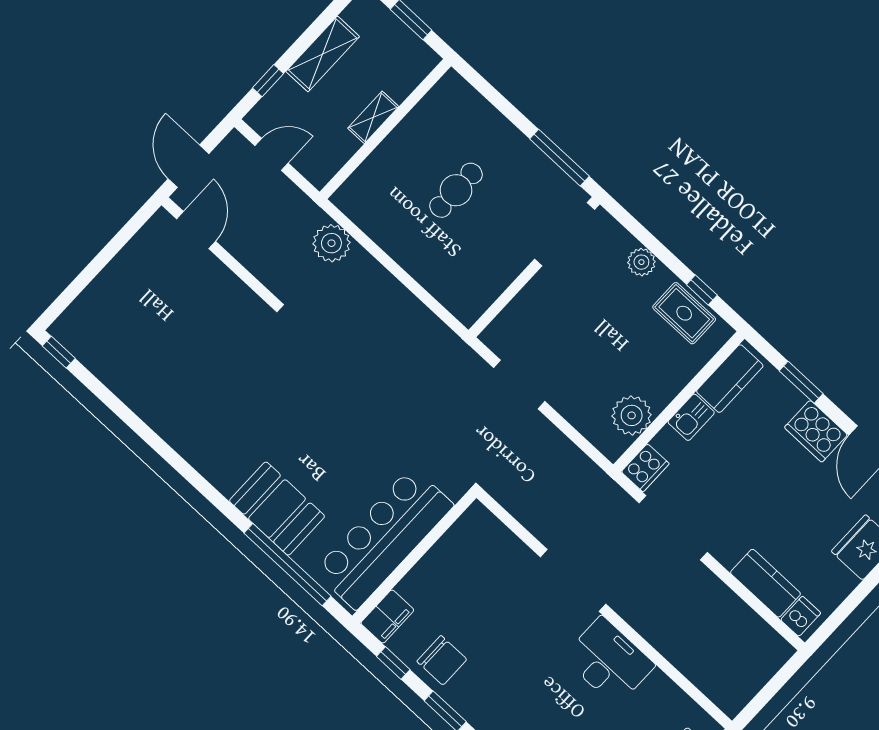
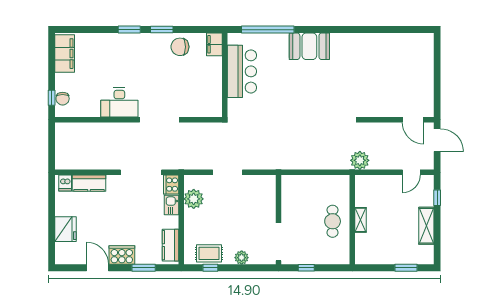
shelving: (373, 117) -> (361, 220), moved
wall: (385, 129) -> (352, 220), moved
window: (559, 158) -> (306, 268), width x0.46
window: (59, 352) -> (422, 30), removed
doorway: (519, 385) -> (228, 172), moved
kitchen sink: (691, 417) -> (171, 205), moved
booth: (277, 509) -> (309, 46), moved
bar counter: (384, 538) -> (242, 71), width x0.73
window: (393, 663) -> (197, 30), removed

